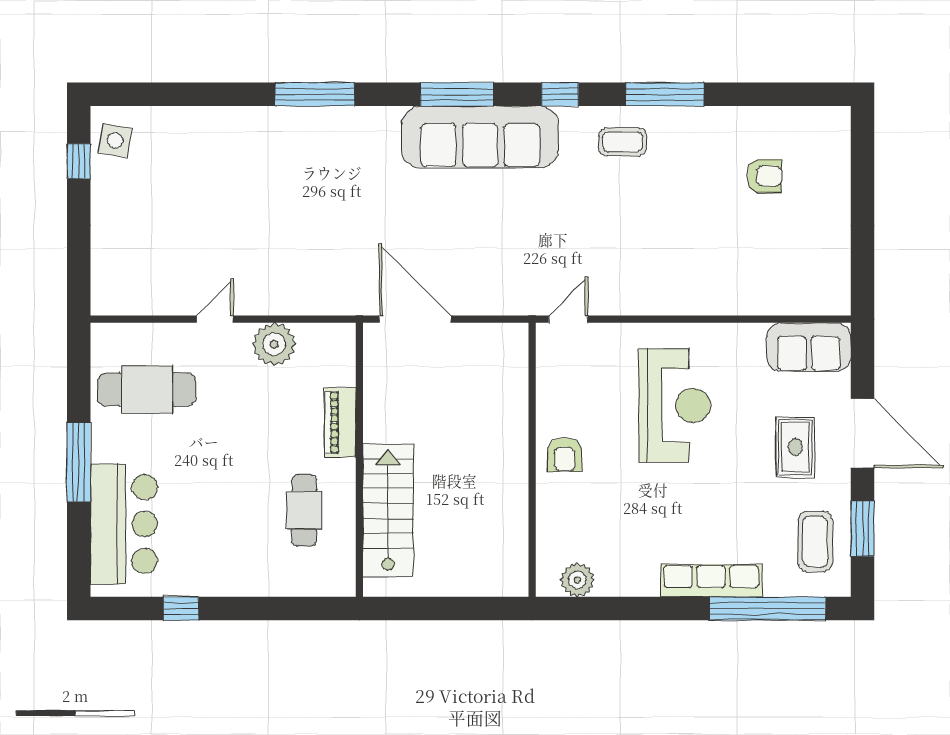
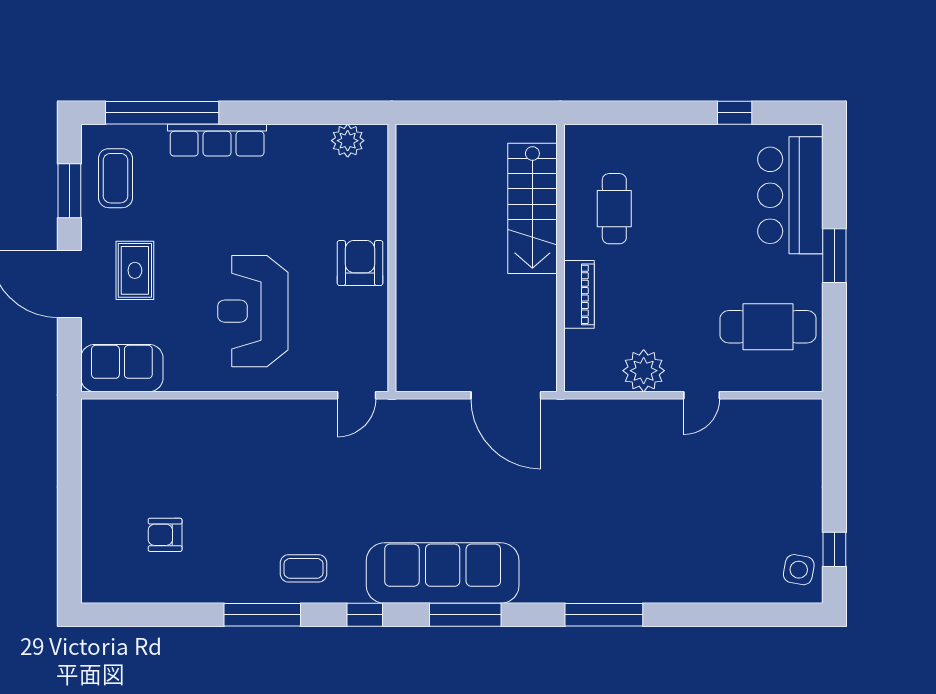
armchair: (565, 455) -> (360, 263), width x1.38, depth x1.38
window: (79, 462) -> (834, 256), width x0.69

